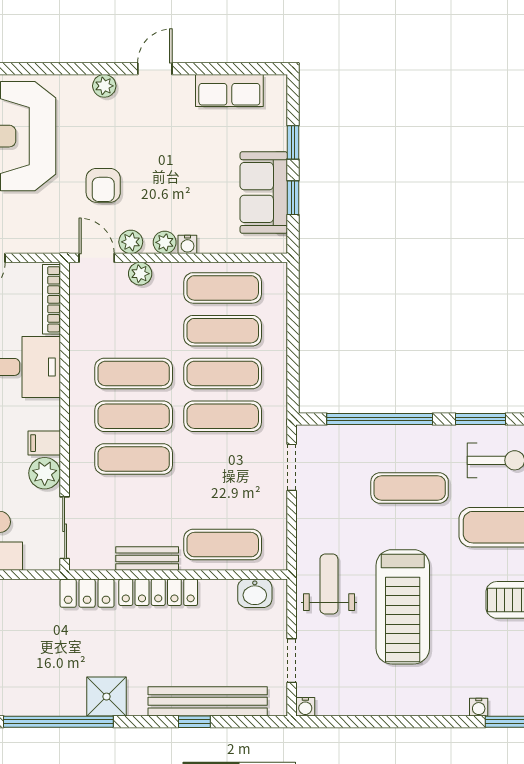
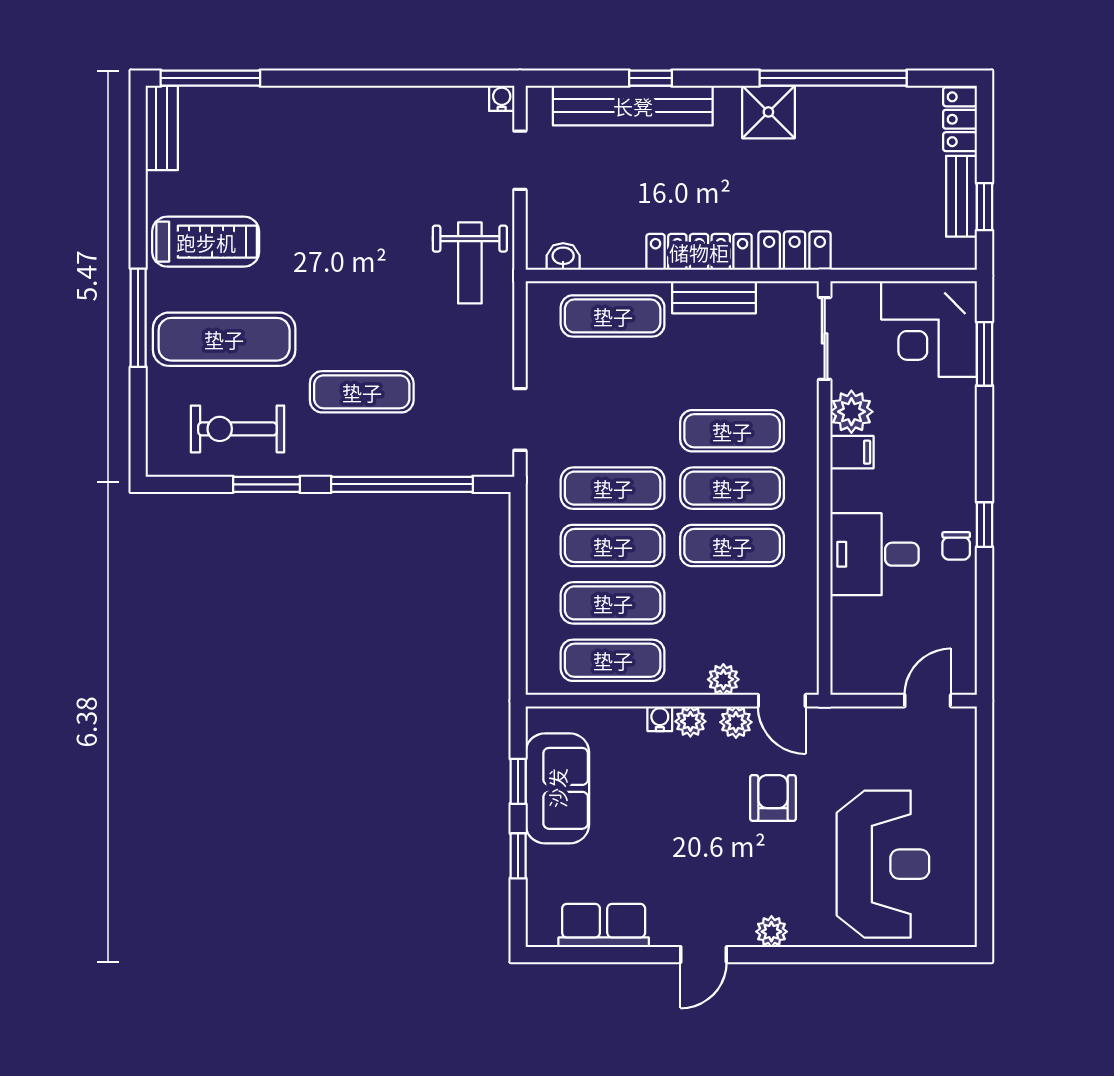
bookcase: (52, 299) -> (842, 645), removed
washbasin: (255, 593) -> (563, 257), width x0.72, depth x0.69
treadmill: (403, 607) -> (371, 232), removed
water cooler: (479, 707) -> (269, 98), removed

